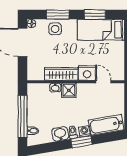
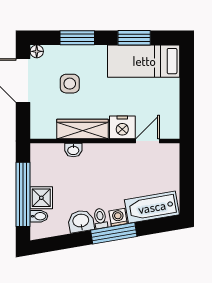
side table: (55, 29) -> (70, 84), moved
door: (103, 82) -> (147, 141), hinge flipped
shower: (69, 90) -> (41, 198), moved
window: (82, 142) -> (114, 233), width x1.44

